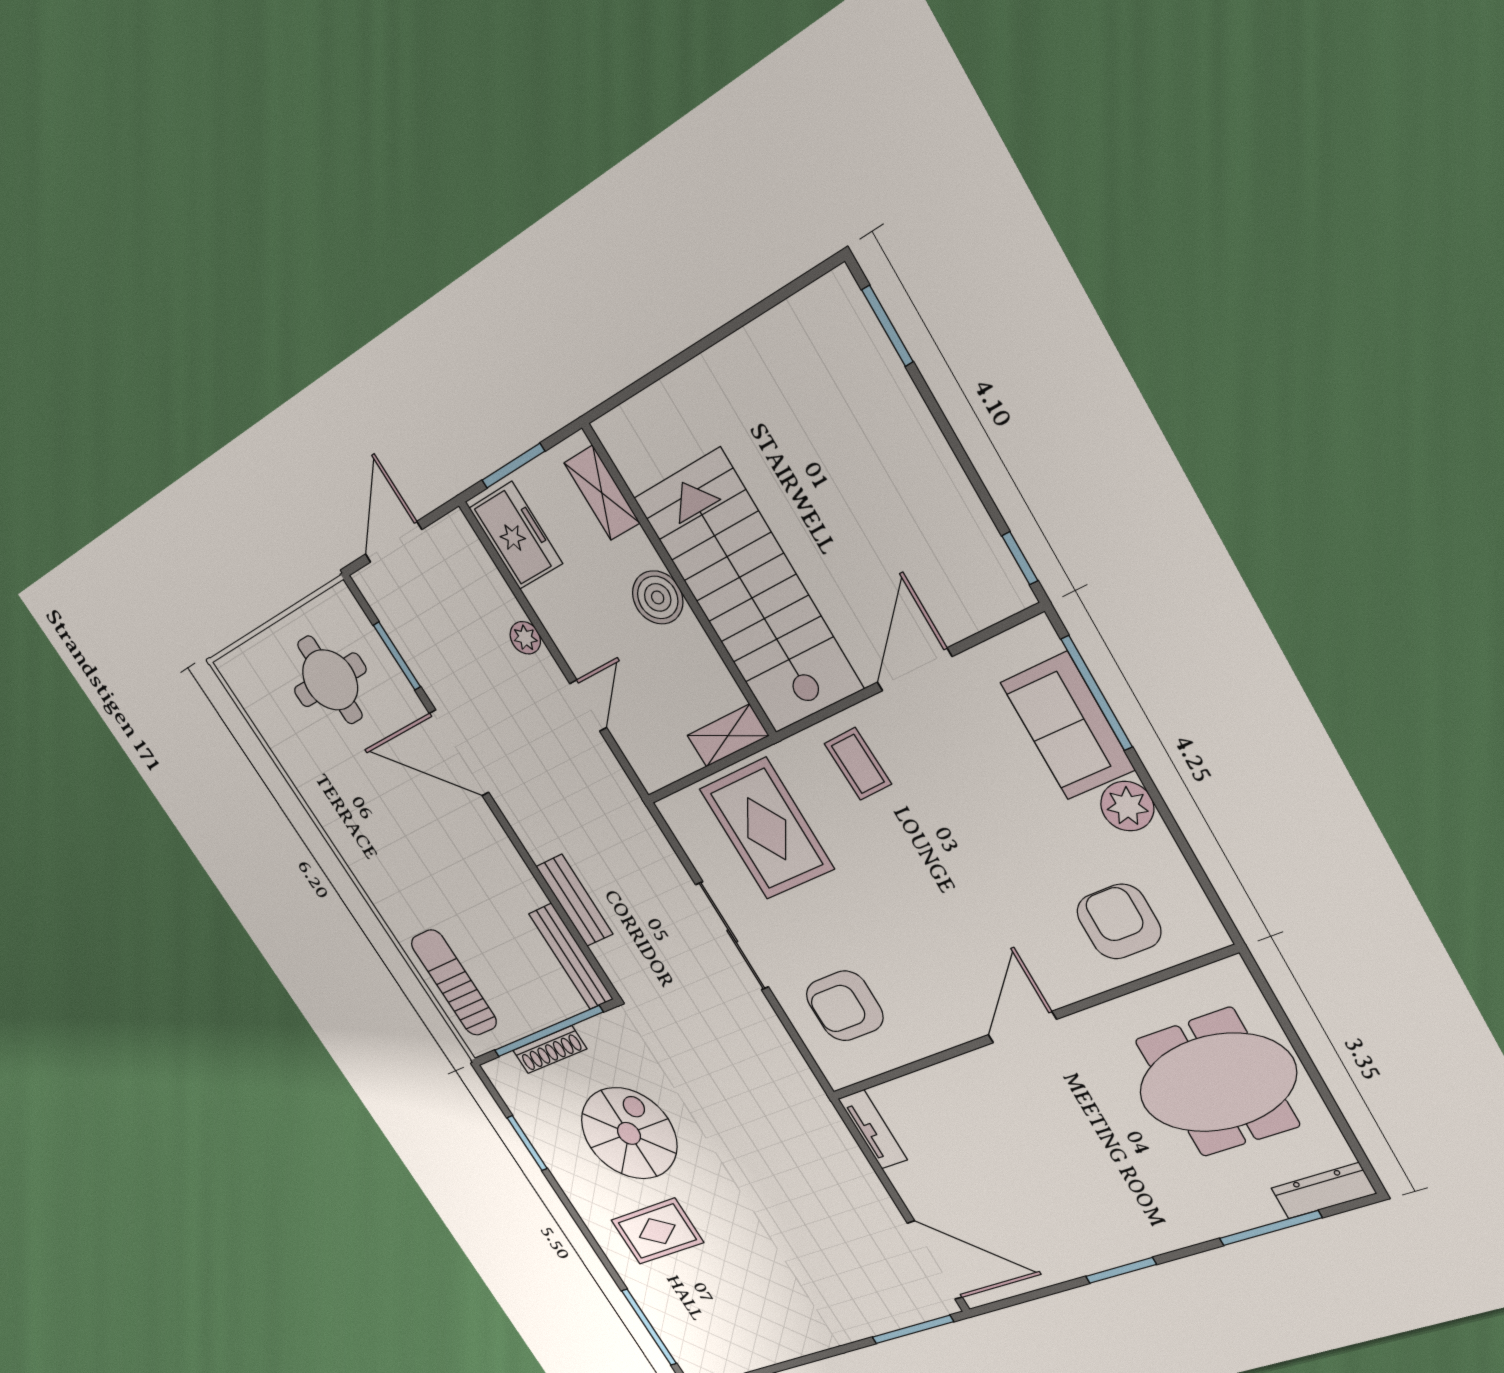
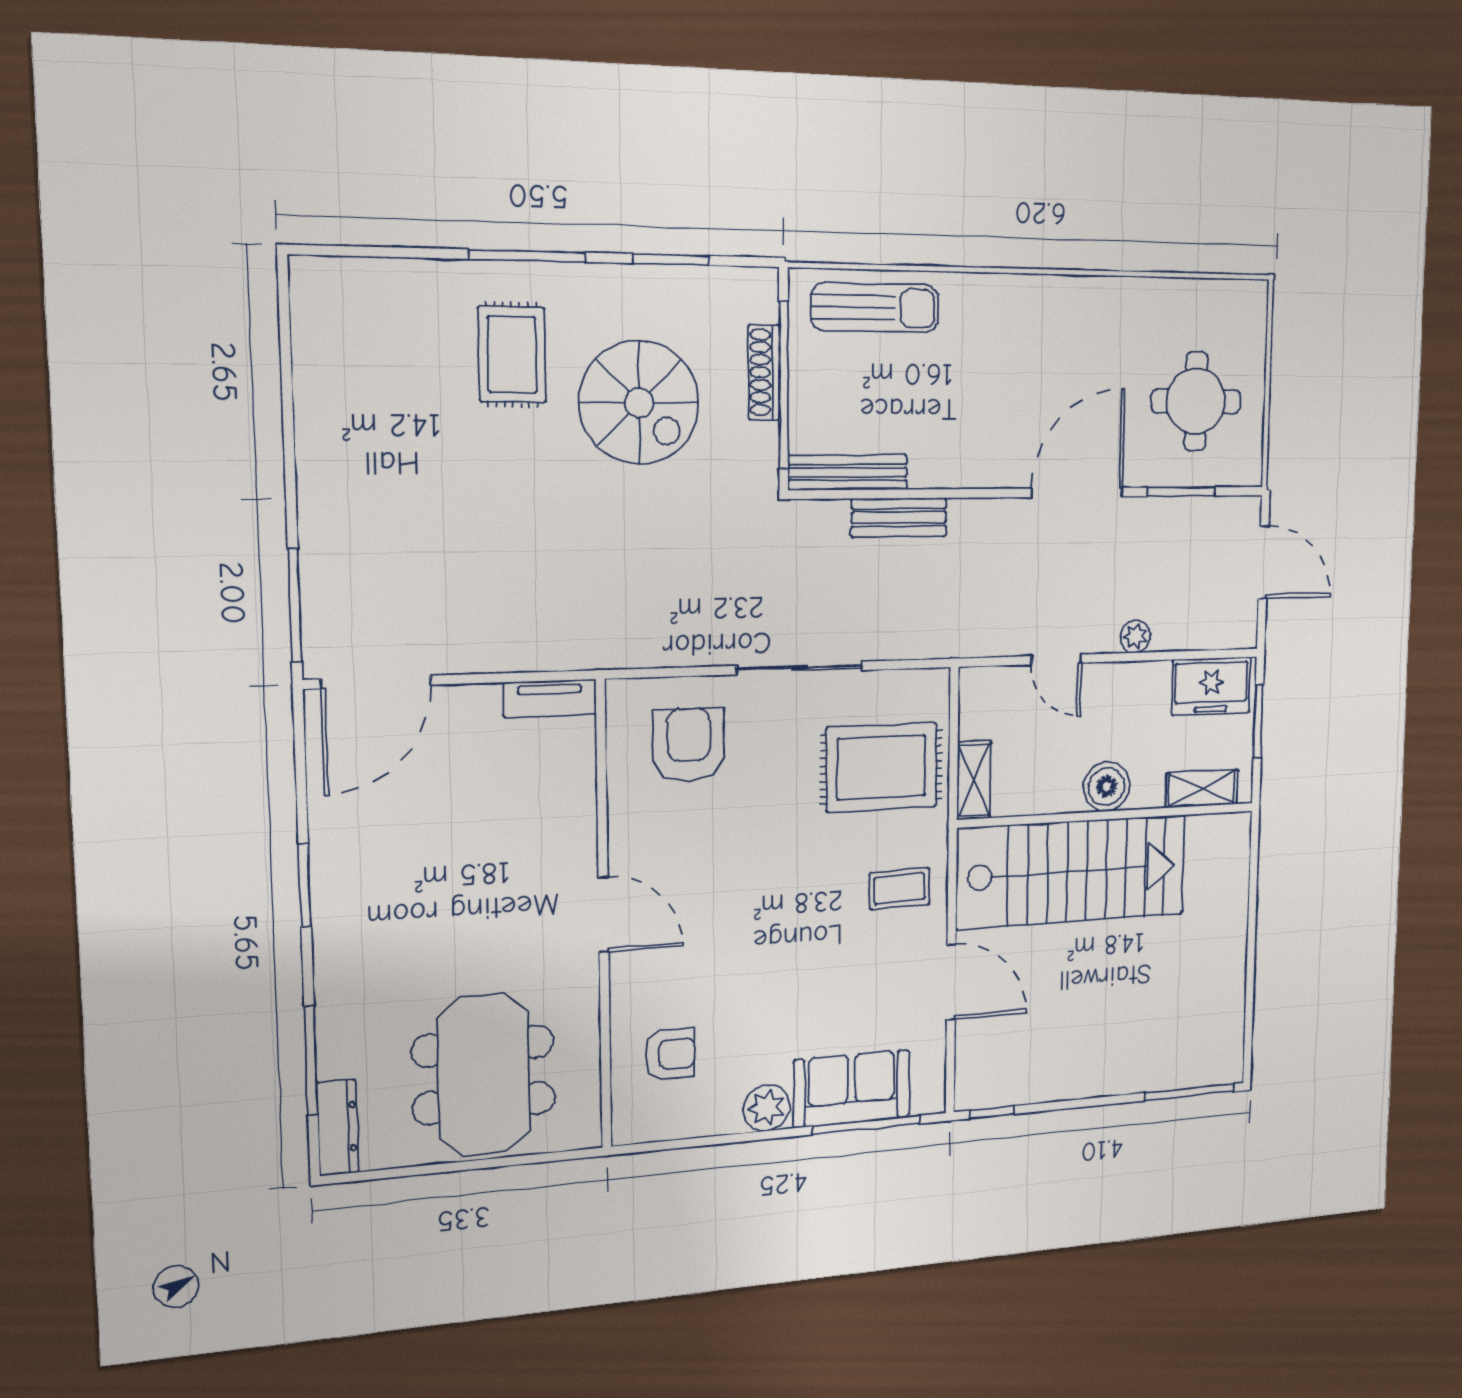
window: (887, 326) -> (1189, 1092), width x1.44
armchair: (1119, 922) -> (670, 1054), width x0.72, depth x0.72
window: (649, 1327) -> (527, 256), moved

